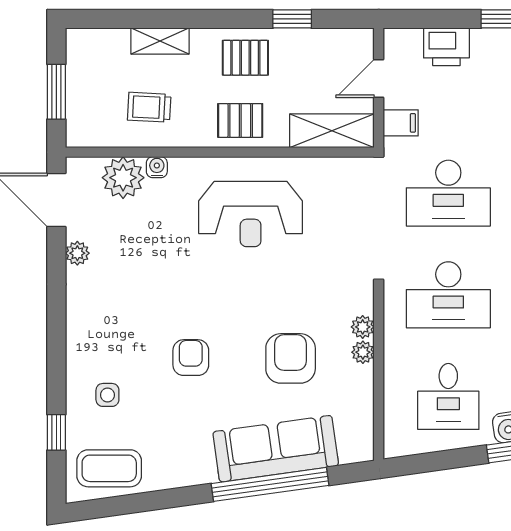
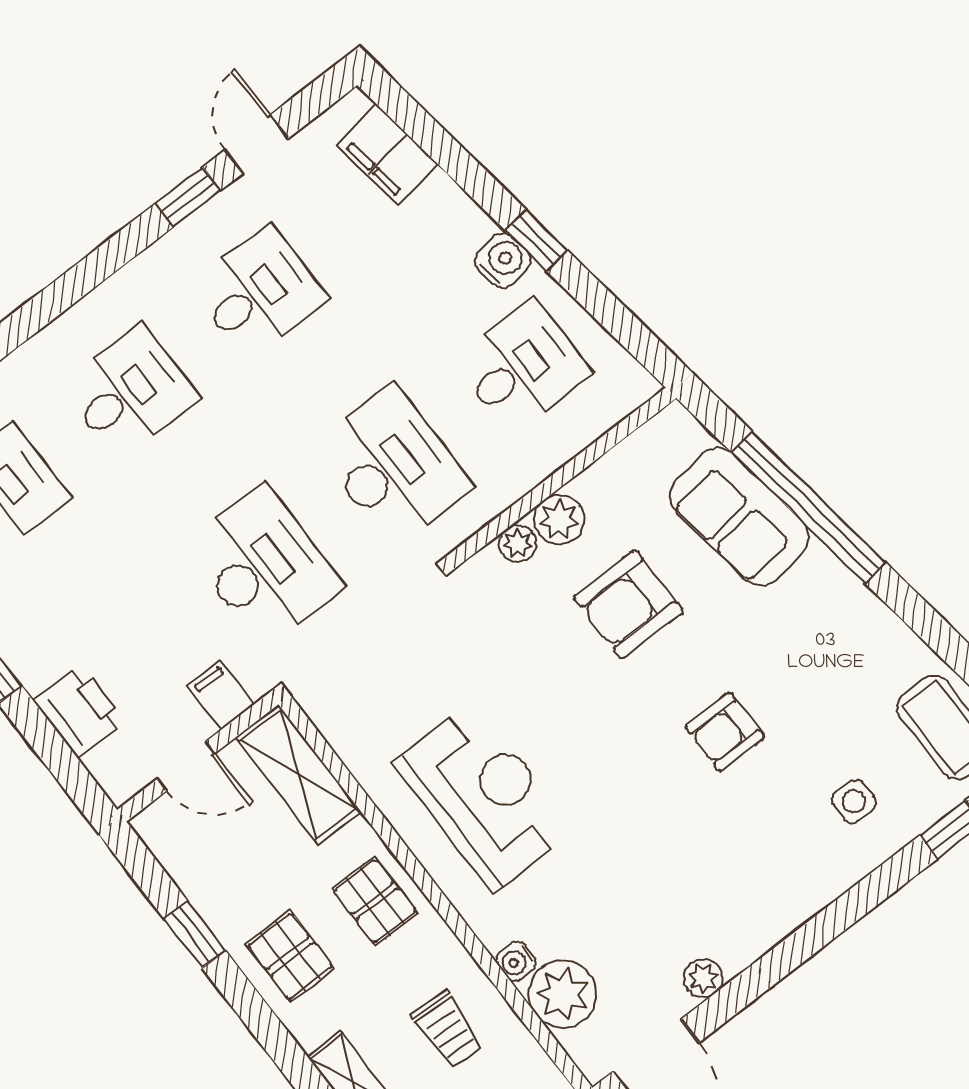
plant: (363, 352) -> (559, 520), width x1.38, depth x1.38
sofa: (276, 449) -> (739, 517), width x0.73

